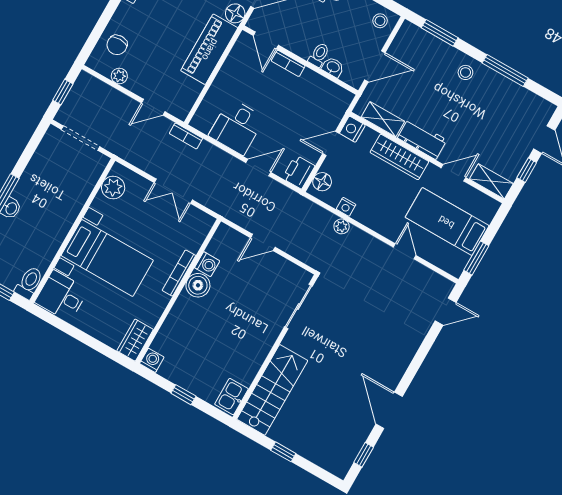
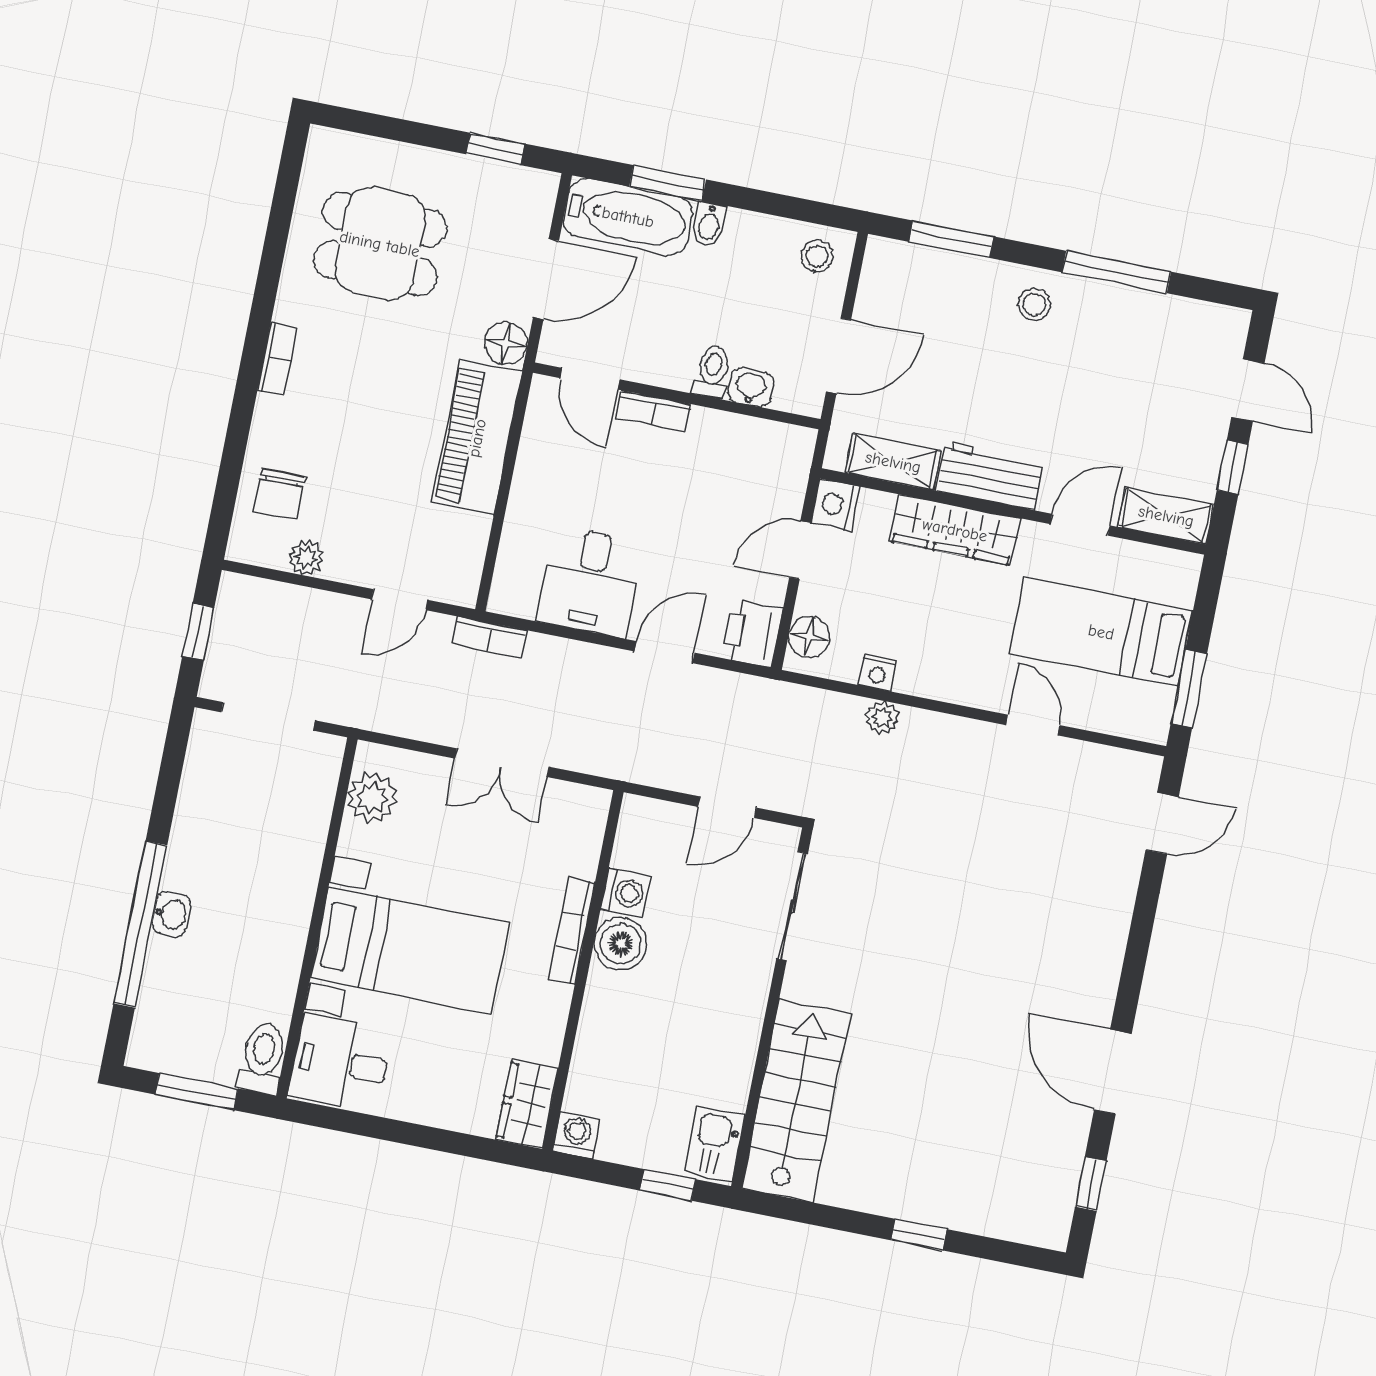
sliding door: (298, 307) -> (792, 906), moved
wall: (275, 347) -> (772, 1008), moved
stairs: (272, 390) -> (796, 1101), moved
kitchen sink: (231, 397) -> (715, 1144), moved

